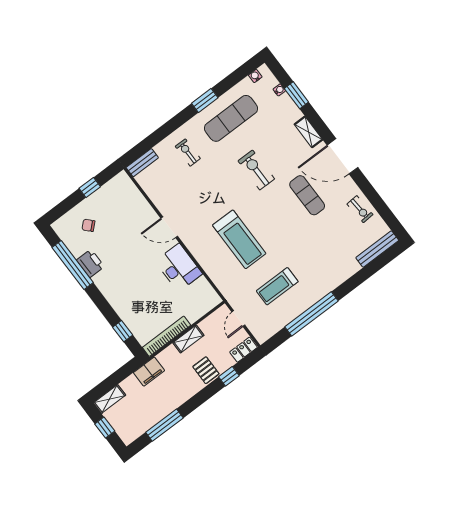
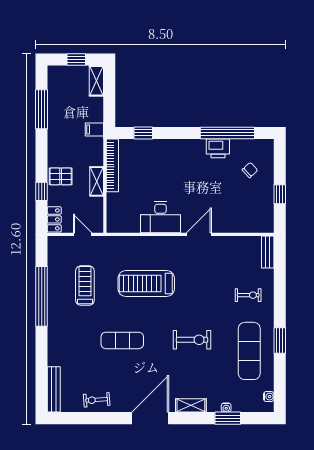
water cooler: (279, 90) -> (226, 408), moved
exercise mat: (307, 195) -> (122, 340), moved
filing cabinet: (149, 372) -> (94, 130), width x0.50

